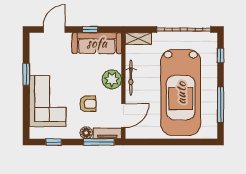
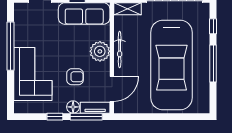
window: (26, 74) -> (10, 46), width x2.11
window: (221, 105) -> (213, 64), moved
window: (54, 142) -> (55, 117), moved

